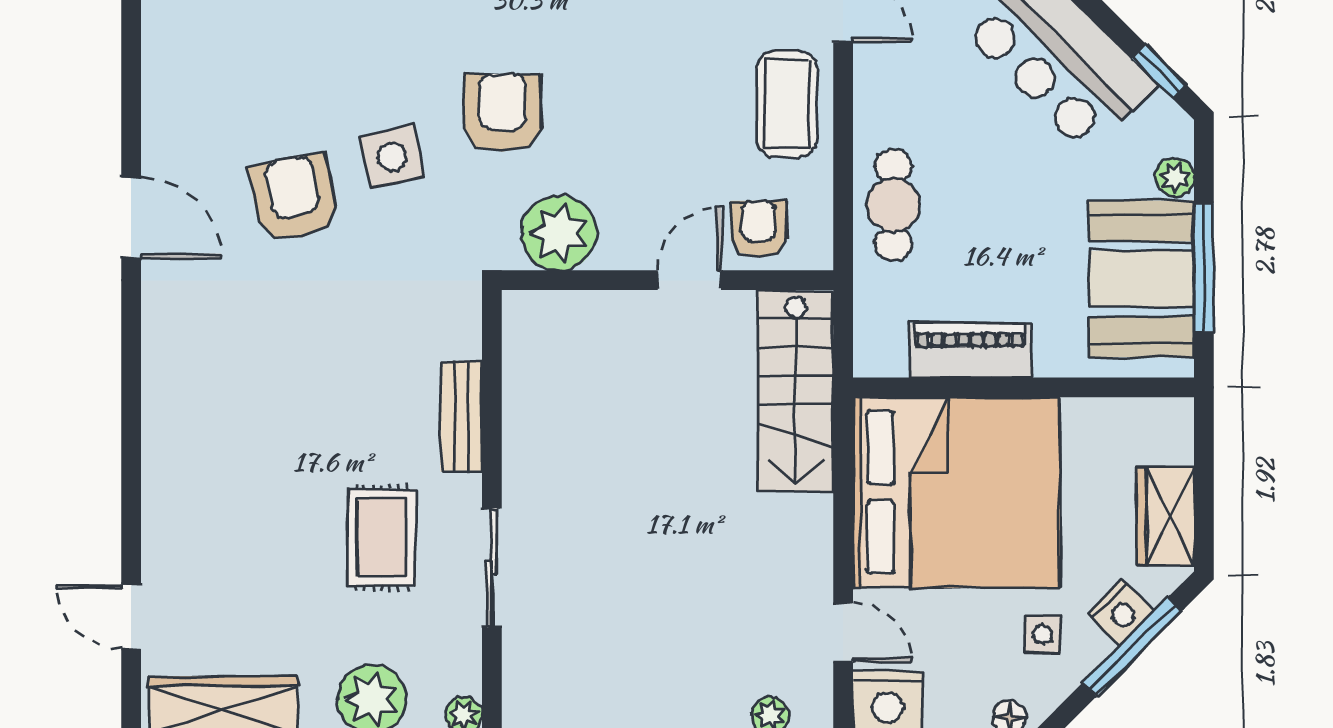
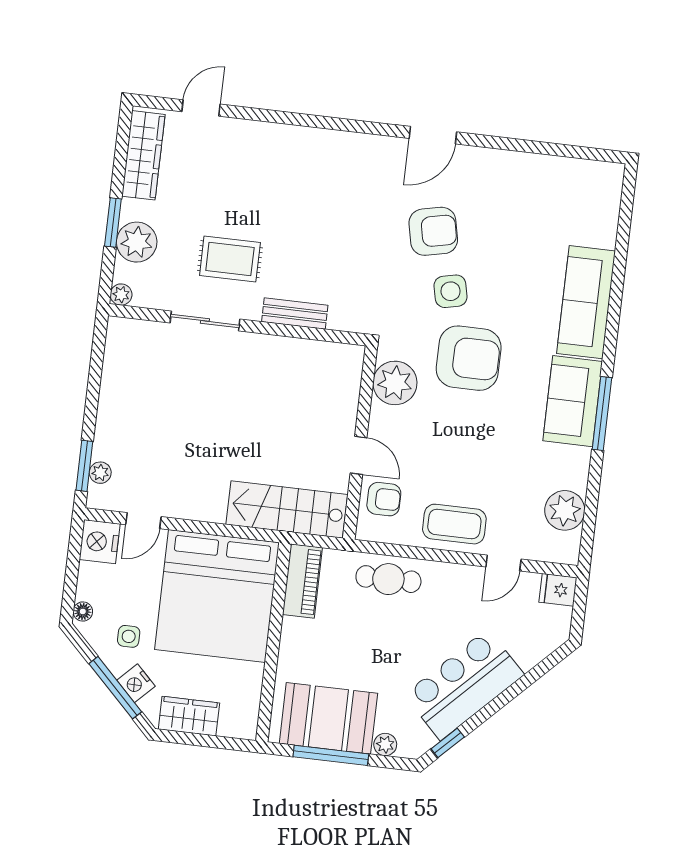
armchair: (502, 113) -> (469, 358), width x1.36, depth x1.36
piano: (970, 350) -> (302, 581), moved

